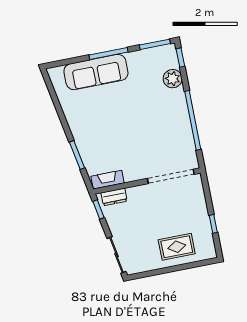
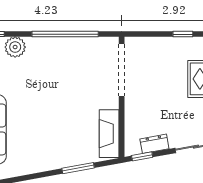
fireplace: (108, 180) -> (109, 134), width x1.37, depth x1.32
dresser: (114, 197) -> (154, 144), moved, turned -100

